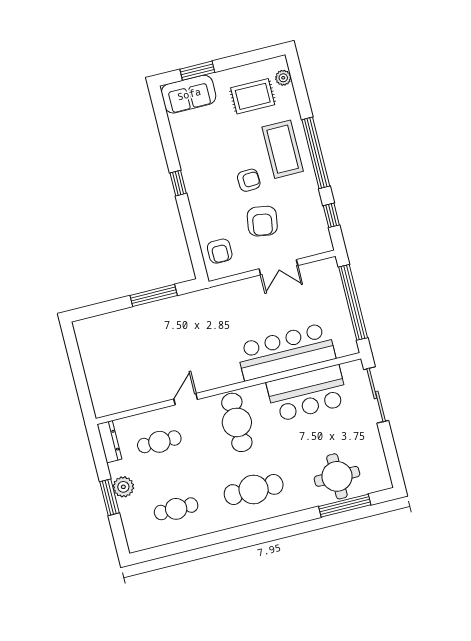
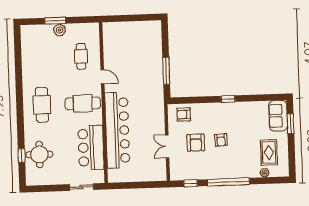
plant: (283, 78) -> (265, 173), moved
coffee table: (283, 149) -> (235, 163), removed
armchair: (262, 221) -> (196, 143), turned -99
window: (353, 302) -> (138, 185), removed
bar counter: (286, 352) -> (117, 130), width x1.36
sliding door: (376, 395) -> (82, 187), width x0.73
dresser: (109, 442) -> (87, 27), removed
window: (345, 506) -> (22, 155), width x0.46
cafe table: (176, 509) -> (40, 58), removed

